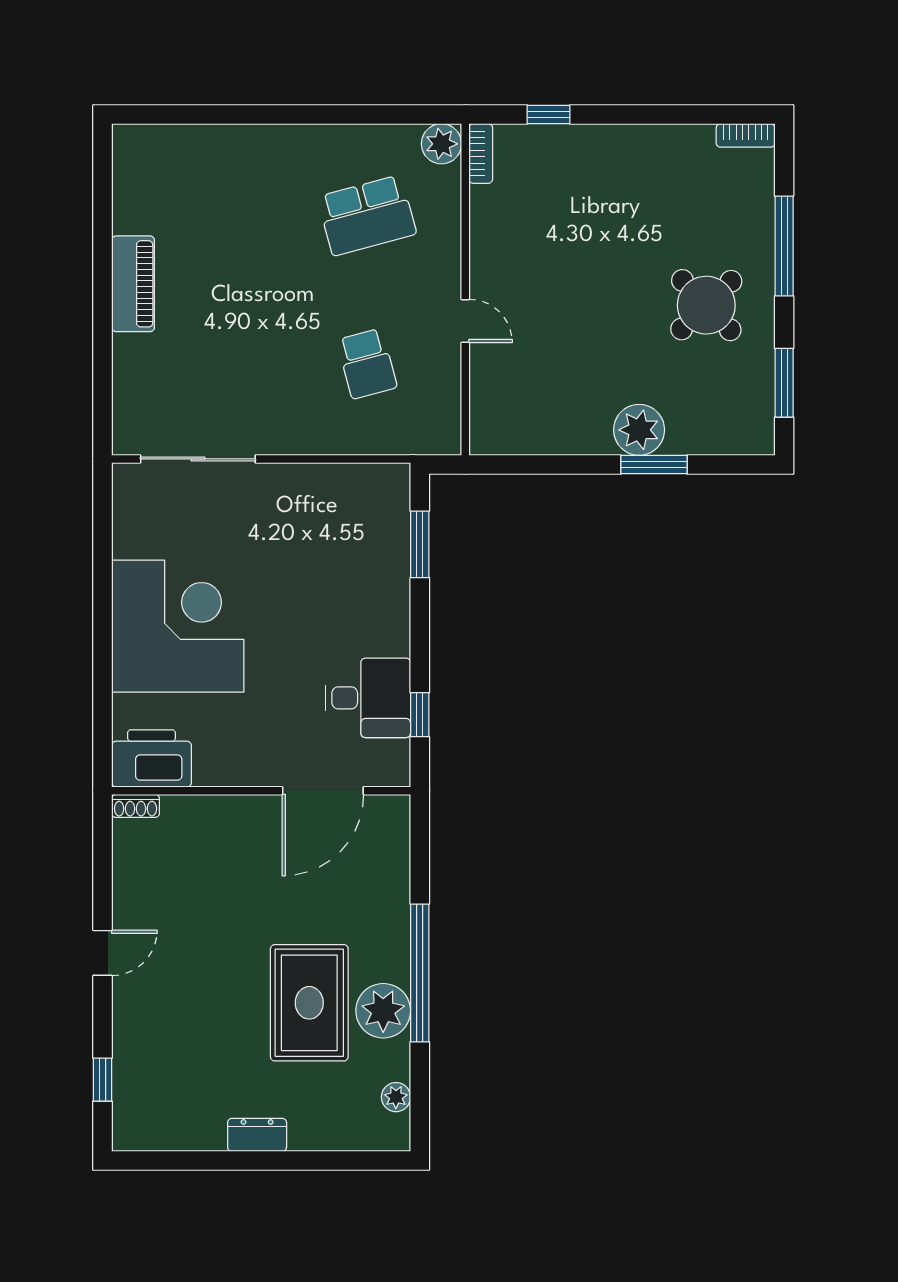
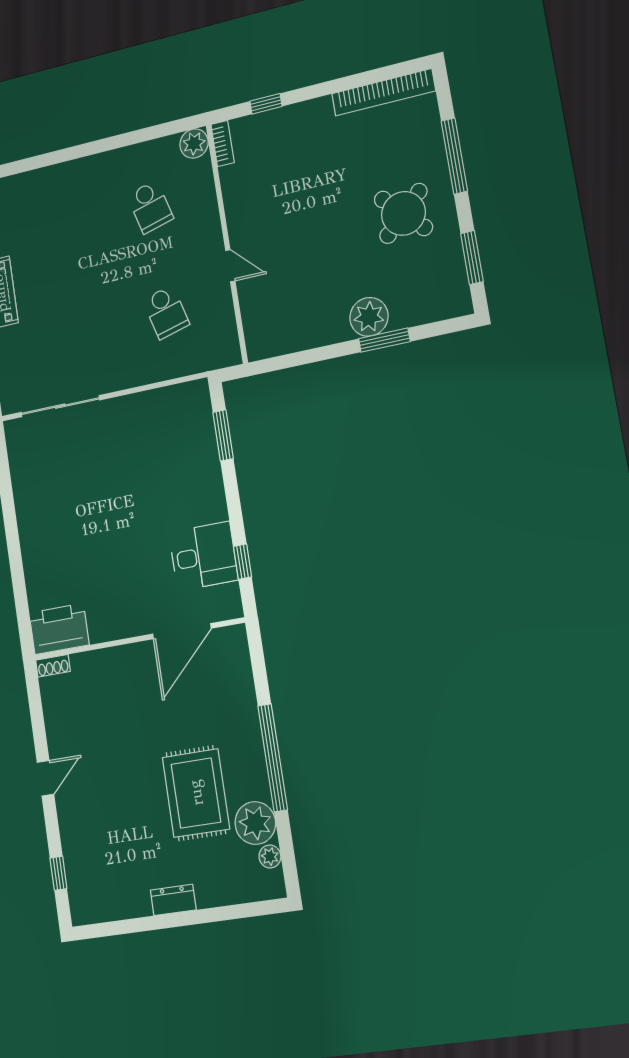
bookcase: (746, 135) -> (383, 92), width x2.31, depth x1.31
school desk: (367, 215) -> (150, 207), width x0.54
corner desk: (178, 626) -> (63, 529), removed
plant: (383, 1011) -> (255, 823), moved

